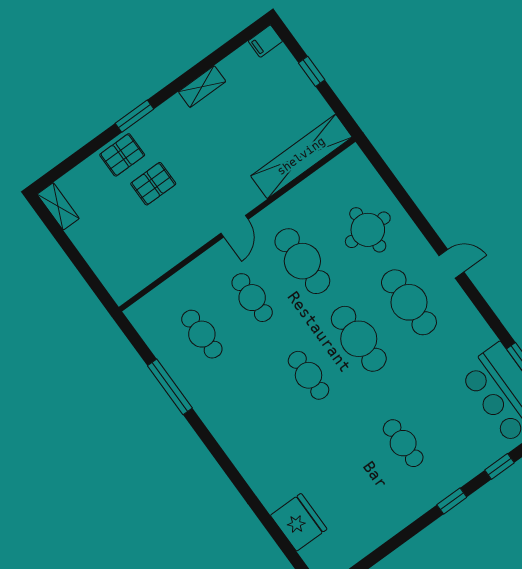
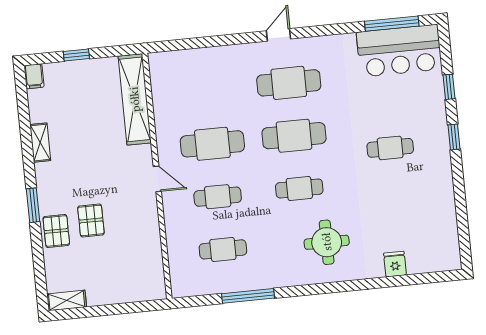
round table: (368, 230) -> (327, 242), moved
fridge: (299, 522) -> (395, 264), width x0.53, depth x0.75

